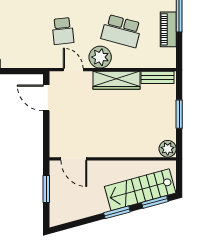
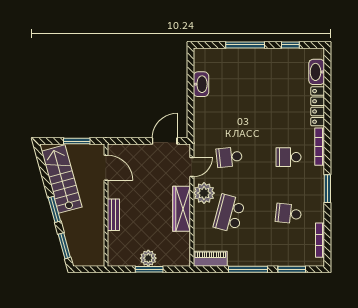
piano: (168, 29) -> (210, 259), moved
bench: (158, 77) -> (113, 215), moved
plant: (168, 149) -> (148, 258), moved
door: (74, 159) -> (106, 168), swing flipped
stairs: (140, 190) -> (62, 179), moved

